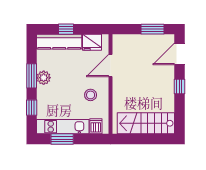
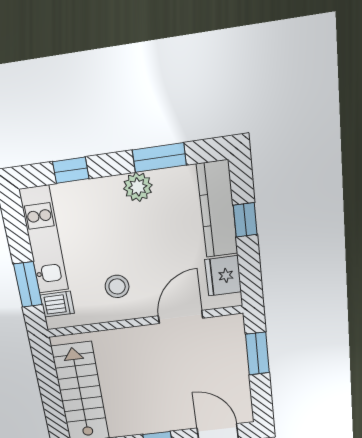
window: (152, 29) -> (257, 354), moved
door: (111, 66) -> (181, 317), hinge flipped
window: (32, 76) -> (159, 157), moved
window: (62, 139) -> (28, 285), moved

